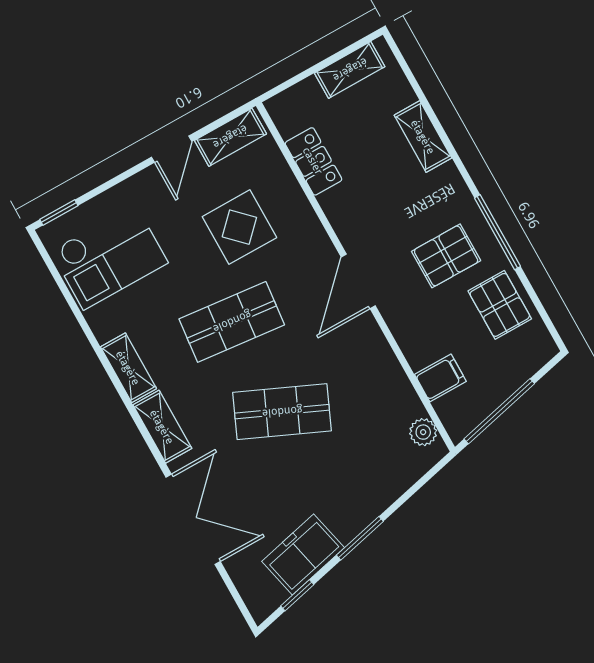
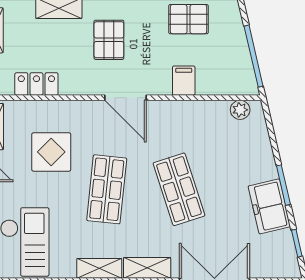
pallet: (446, 256) -> (109, 40), moved
filing cabinet: (440, 378) -> (184, 81), moved
shop shelf: (282, 412) -> (179, 189), turned -42
freezer: (303, 554) -> (269, 206), moved

